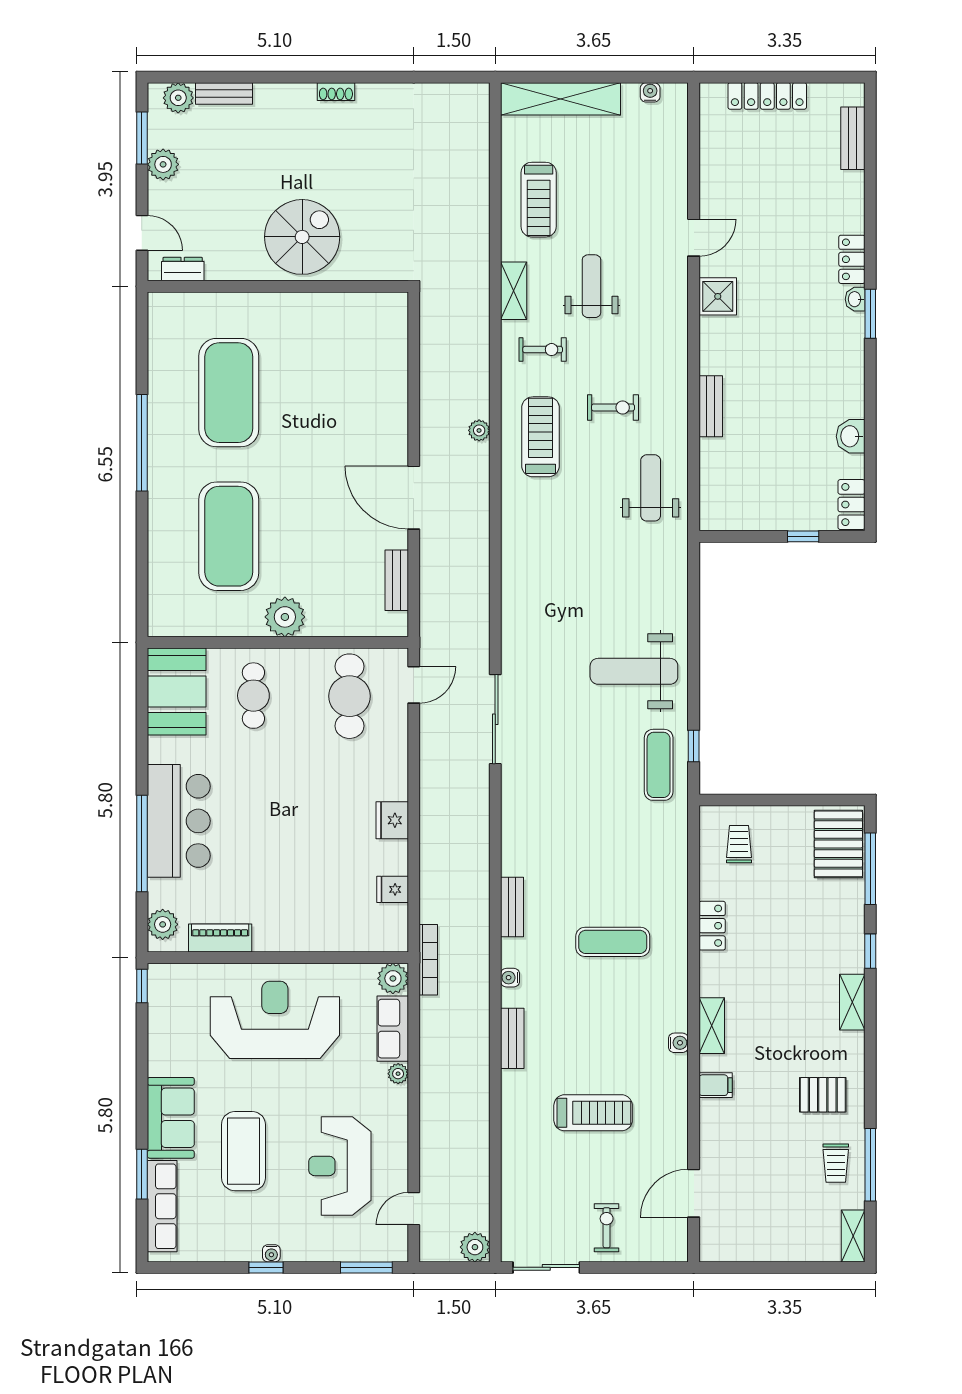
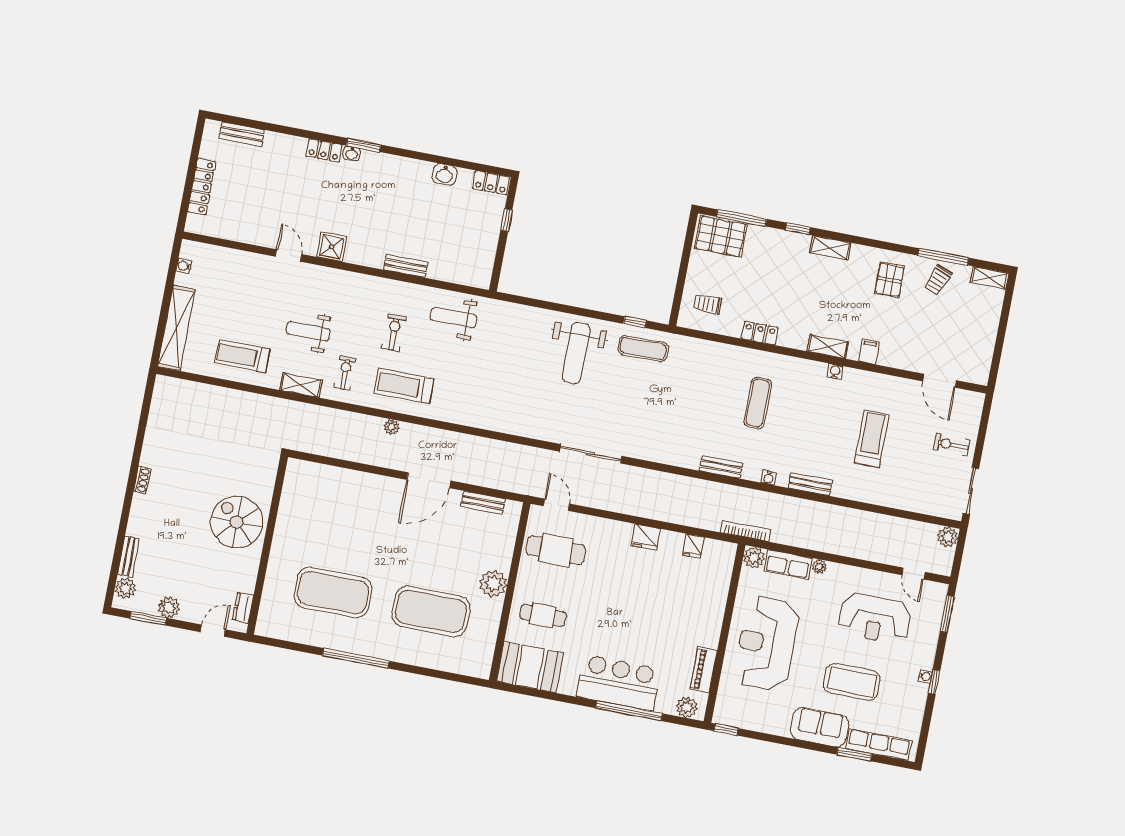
treadmill: (539, 200) -> (242, 356), turned 180
trolley: (836, 1163) -> (938, 280), turned 111

